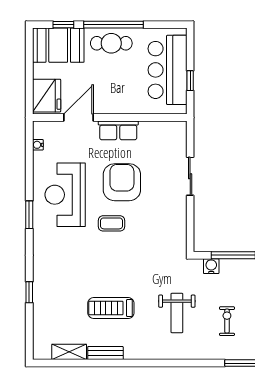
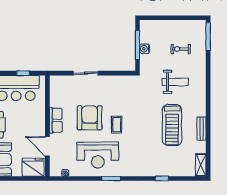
armchair: (122, 182) -> (90, 118), turned 90
water cooler: (211, 266) -> (145, 49), moved
treadmill: (111, 308) -> (172, 125), width x1.37, depth x1.38
shelving: (69, 352) -> (201, 165), moved

